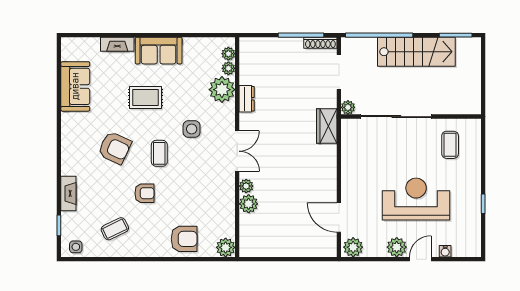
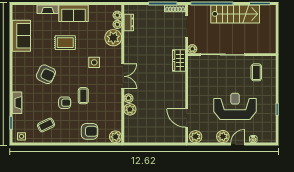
dresser: (247, 99) -> (129, 22), moved
coffee table: (159, 153) -> (83, 96), moved

